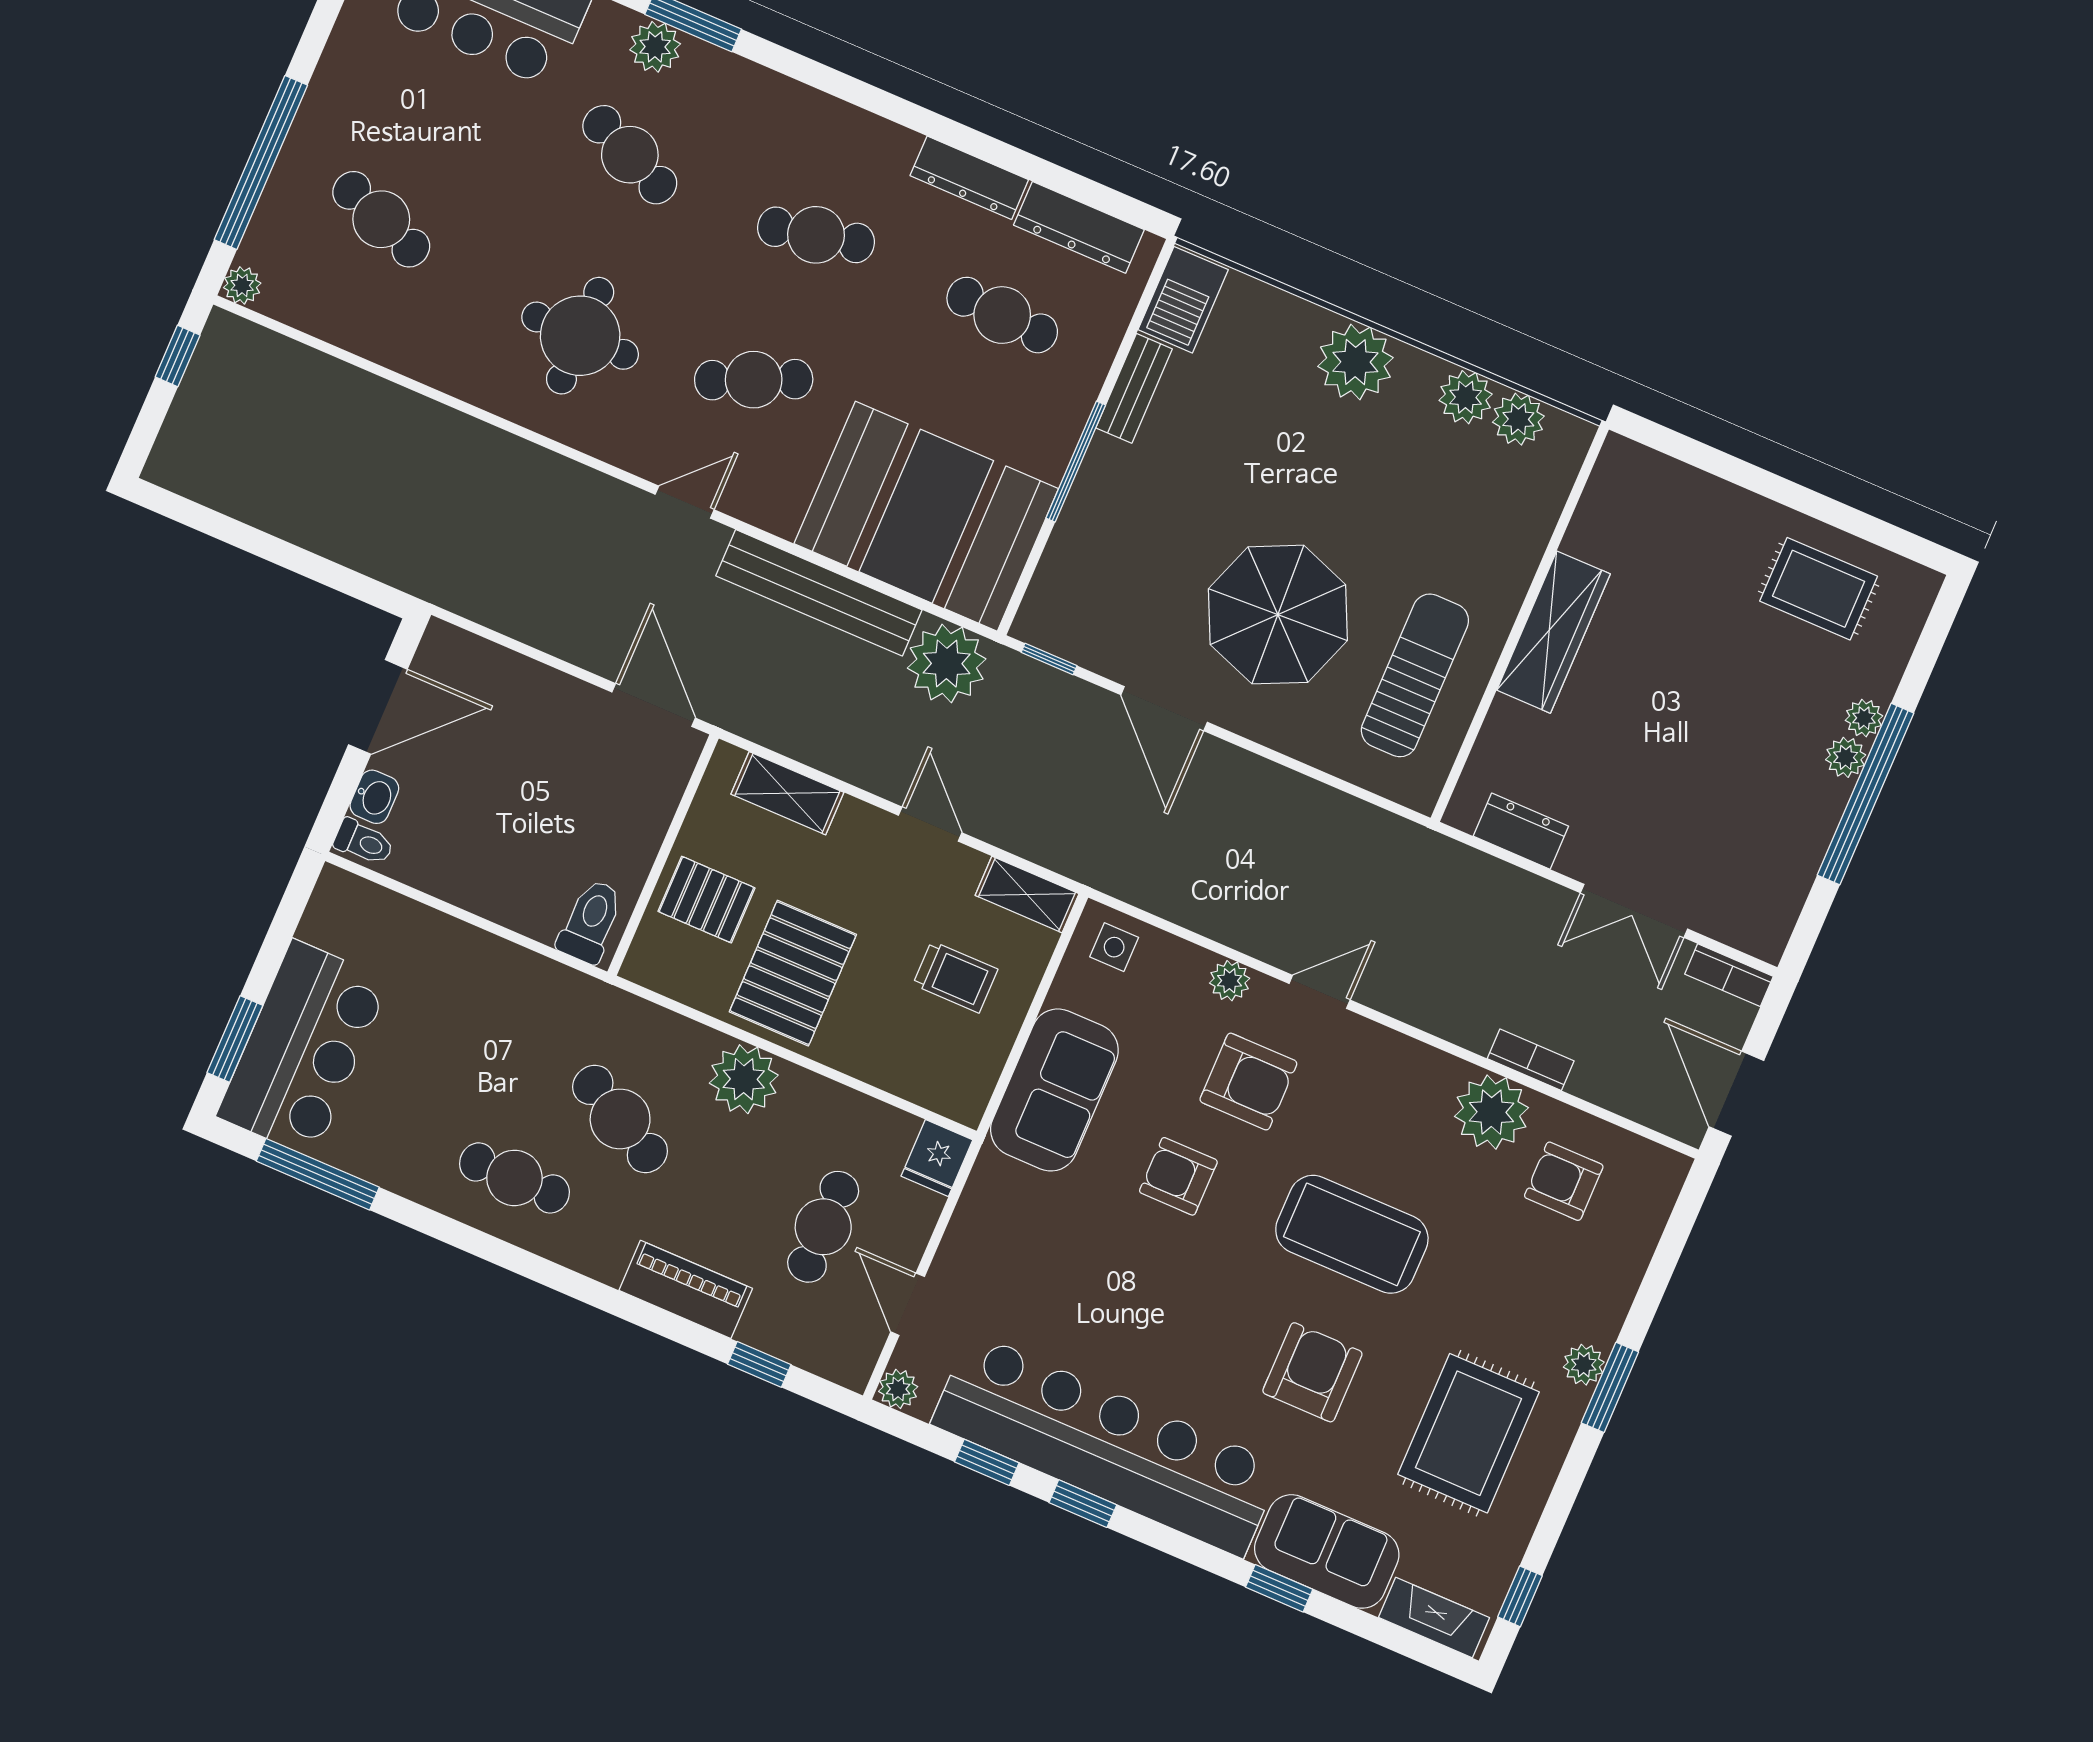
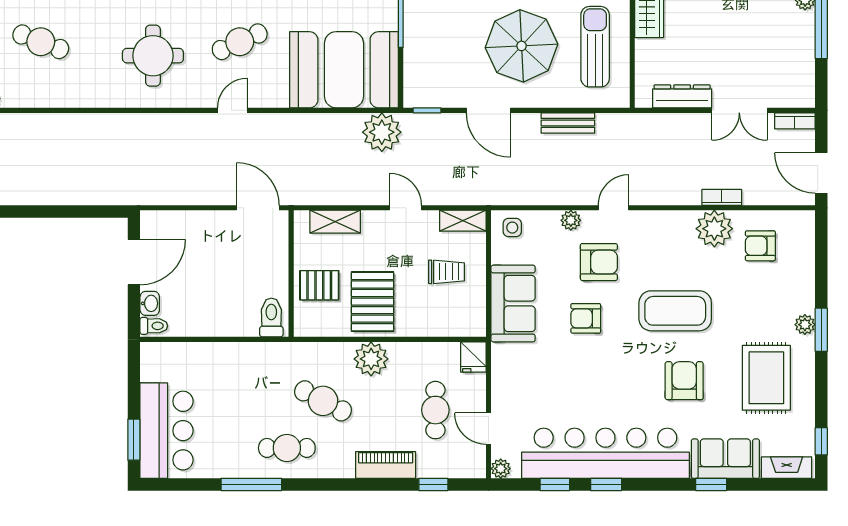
bench: (819, 593) -> (568, 123), moved, width x0.54, depth x0.82
dresser: (1521, 831) -> (682, 96), width x1.44
window: (318, 1174) -> (251, 484), moved

